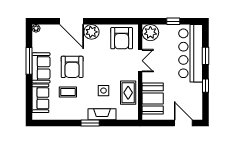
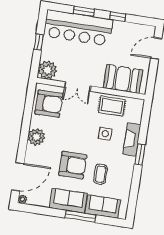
door: (72, 21) -> (18, 177), moved
window: (29, 61) -> (80, 216), moved
double door: (140, 61) -> (78, 87), swing flipped

